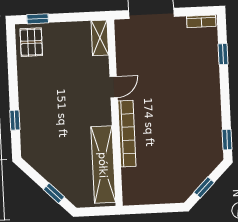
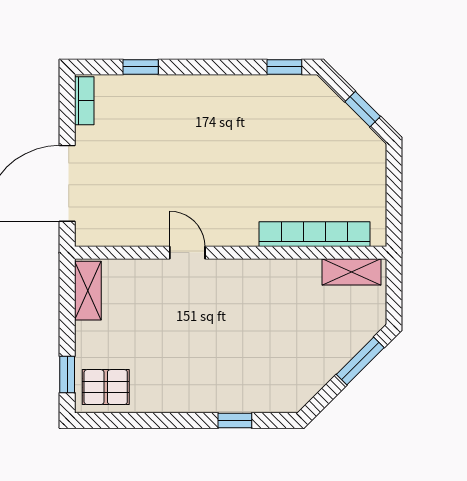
shelving: (100, 38) -> (88, 291), moved, turned 90
bookcase: (127, 134) -> (315, 234), moved
shelving: (103, 165) -> (351, 272), width x0.45, depth x0.75
window: (54, 193) -> (360, 361), width x1.50

